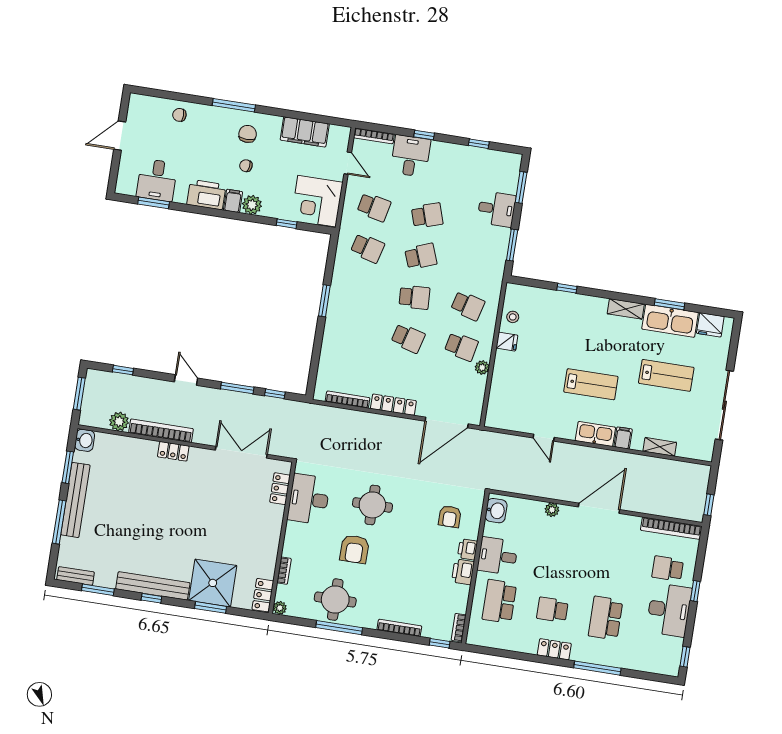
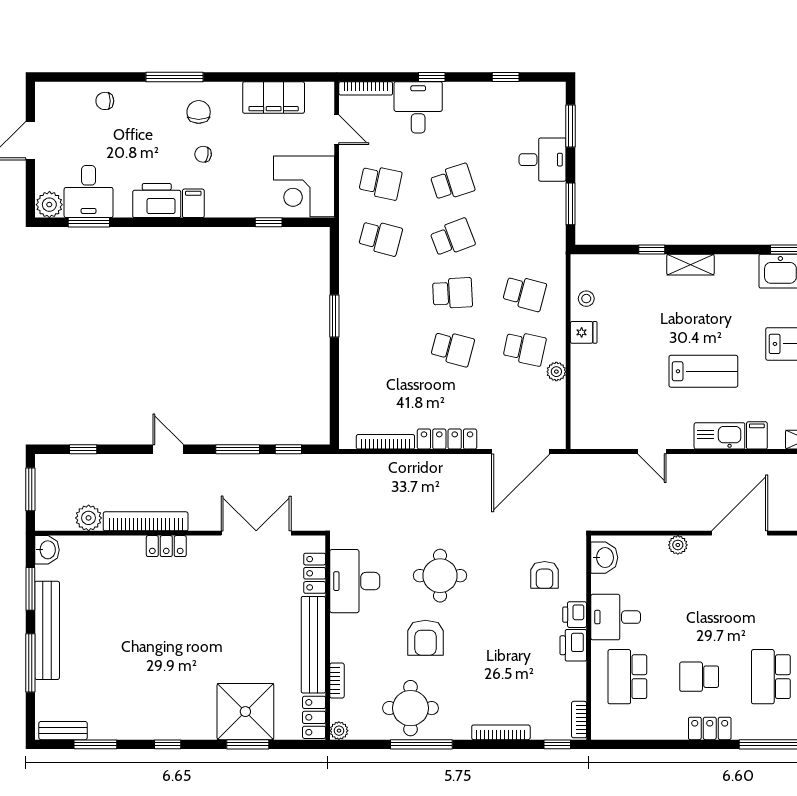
plant: (252, 205) -> (49, 205), moved
shelving: (626, 309) -> (690, 265), moved
bench: (153, 586) -> (313, 645), moved, turned 90

